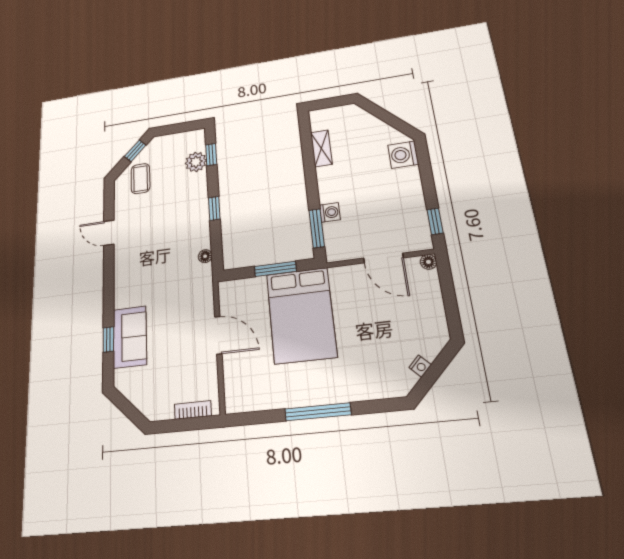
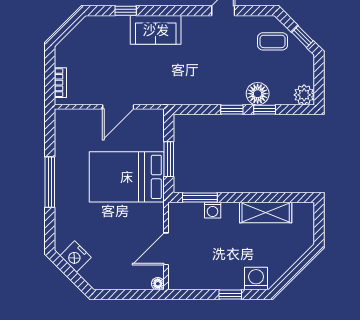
shelving: (321, 148) -> (266, 212), width x1.50, depth x1.33
window: (211, 155) -> (265, 110), moved
plant: (196, 162) -> (304, 95), moved
window: (435, 221) -> (230, 295), moved
floor lamp: (205, 256) -> (258, 94), moved, width x1.89, depth x1.89
sofa: (130, 337) -> (156, 30), moved
nightstand: (420, 366) -> (76, 257), width x1.89, depth x1.79

